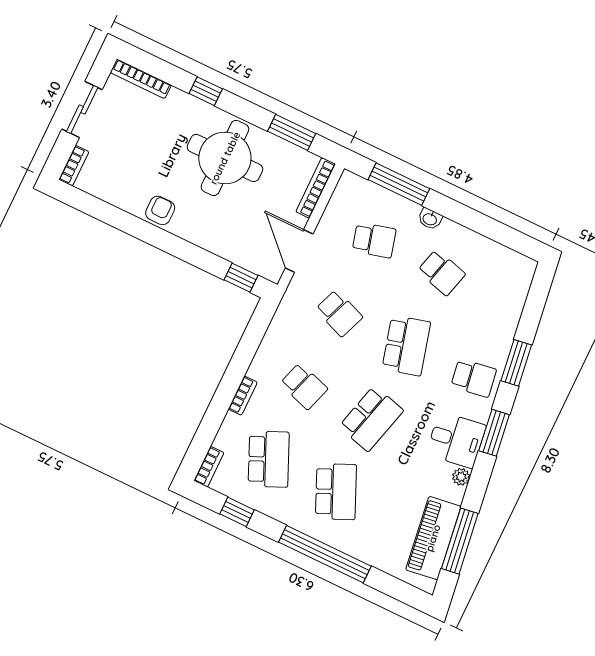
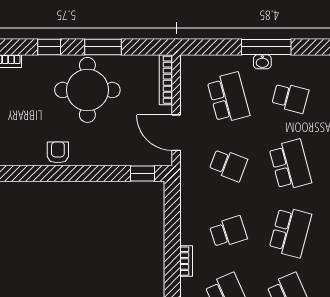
window: (292, 132) -> (103, 47), moved
window: (399, 184) -> (266, 47), moved
school desk: (374, 240) -> (228, 98), width x1.85
school desk: (304, 386) -> (228, 232), turned -36

